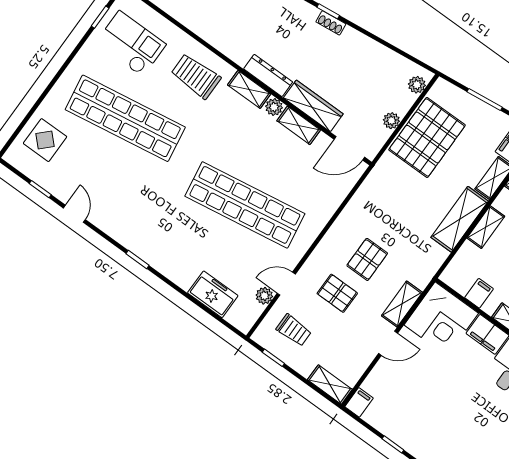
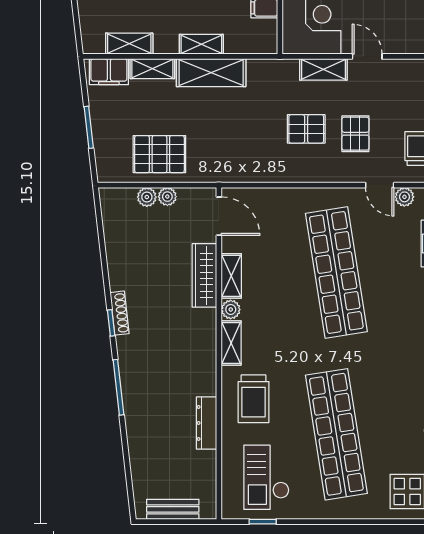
shoe rack: (331, 23) -> (120, 313), width x1.43
dresser: (268, 75) -> (207, 423), moved
plant: (417, 85) -> (147, 197), moved
pallet: (427, 137) -> (159, 154), width x0.73, depth x0.71

